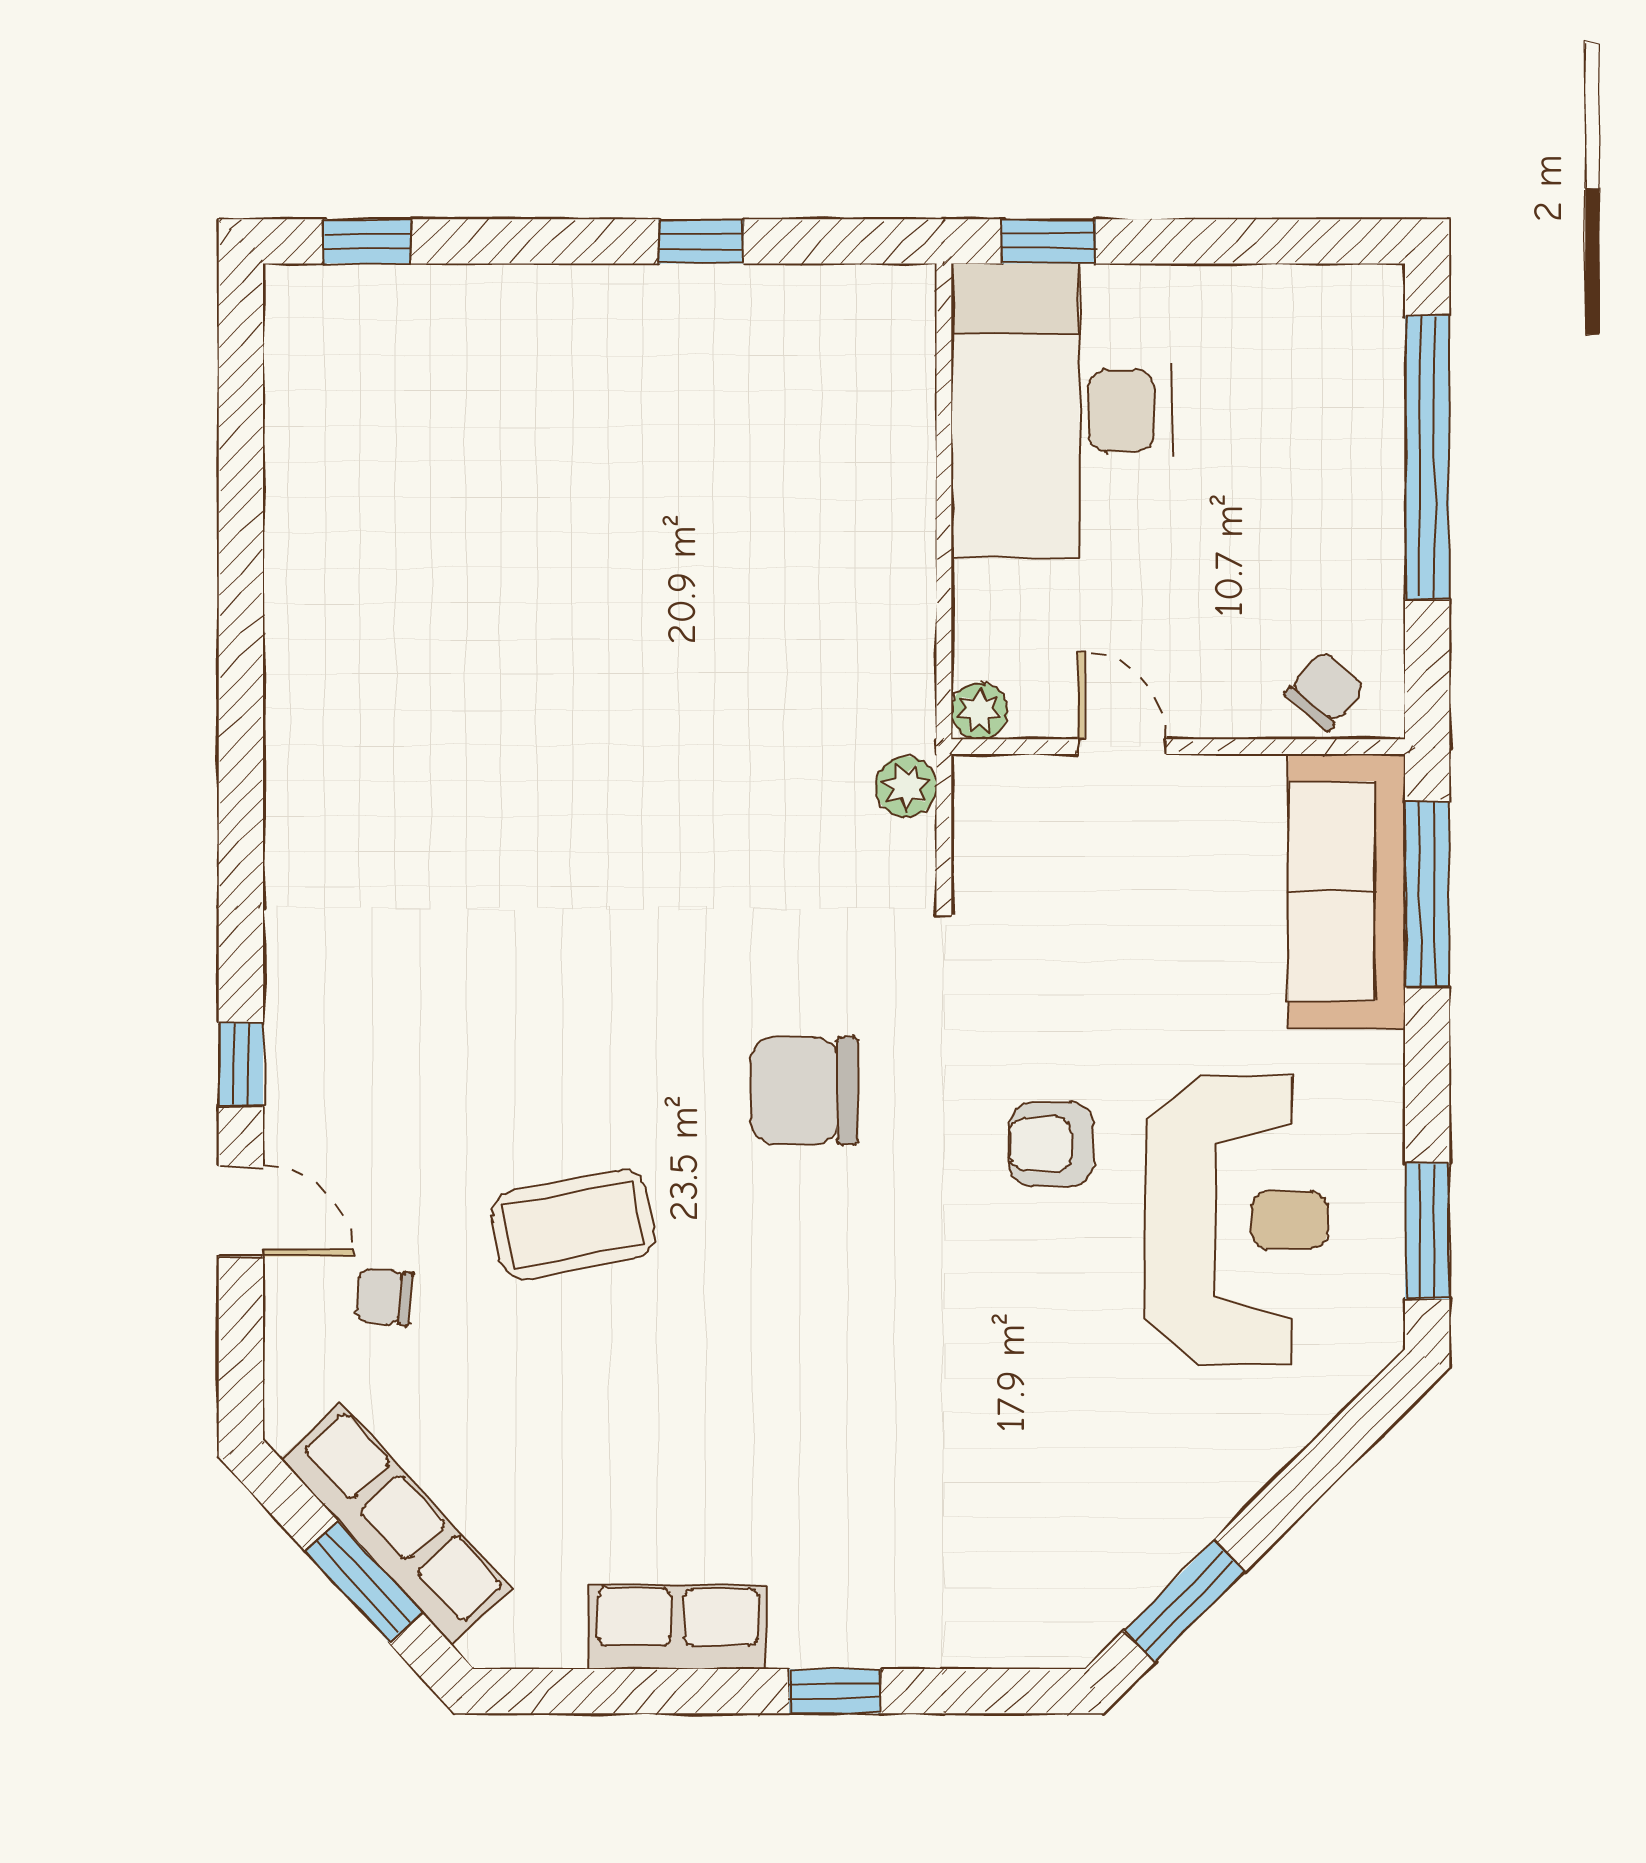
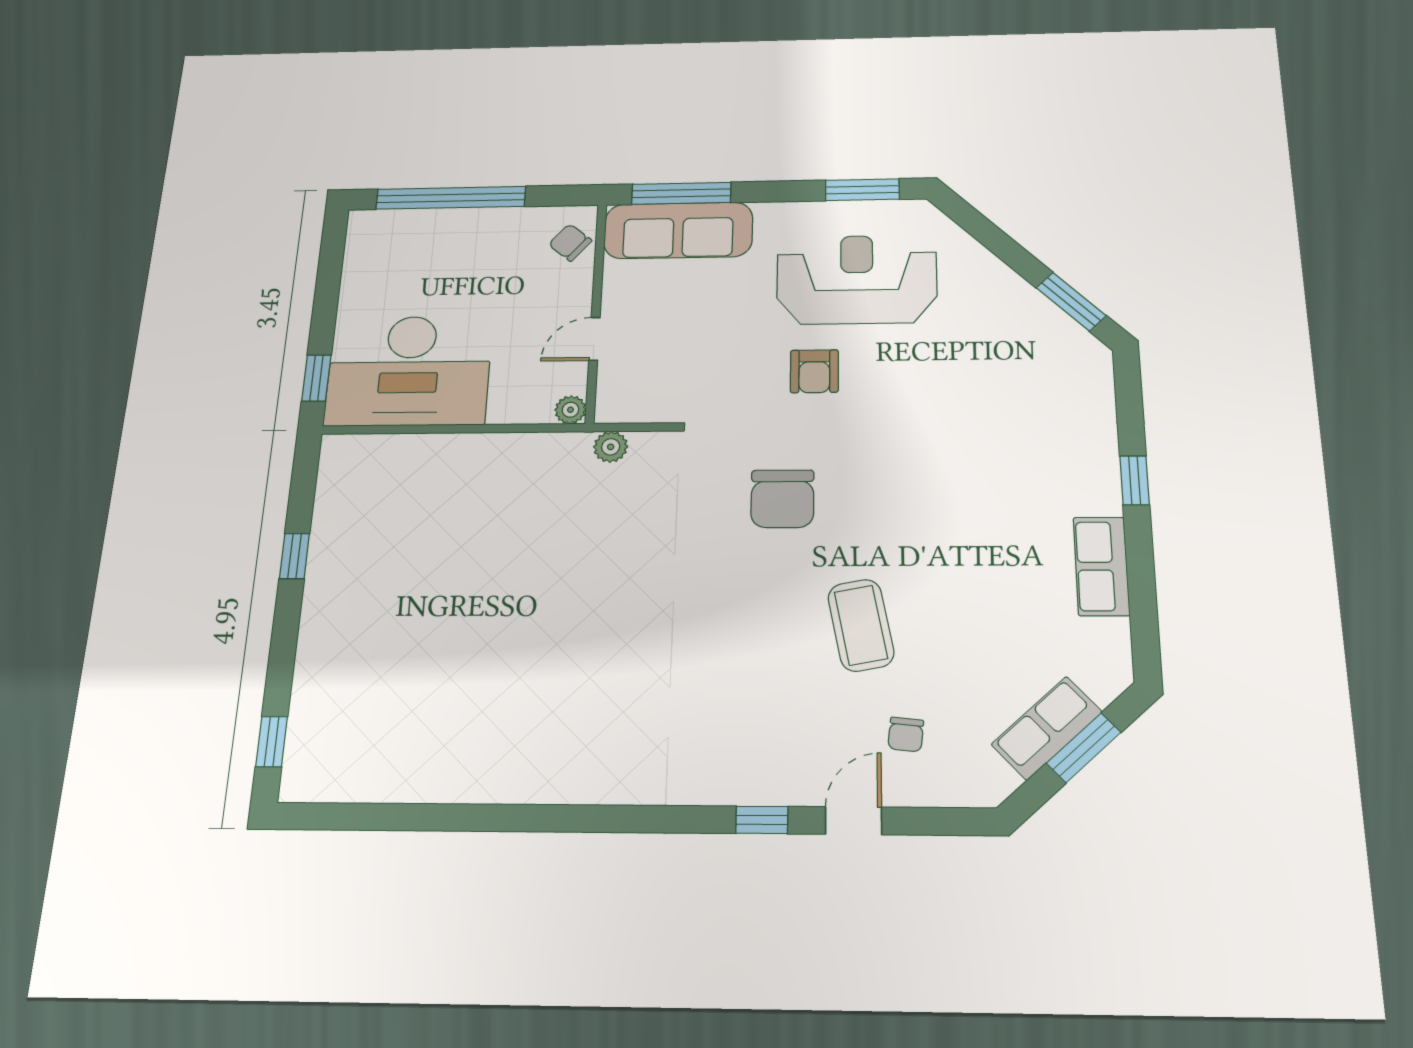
row of seats: (396, 1524) -> (1047, 728), width x0.68

